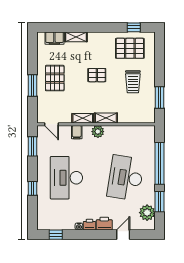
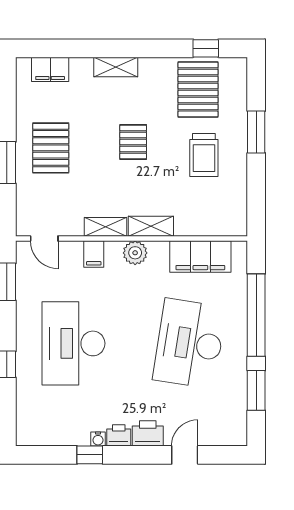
shelving: (76, 37) -> (116, 67), moved
pallet: (130, 48) -> (198, 89), turned 90
pallet: (97, 75) -> (133, 142), turned 90
window: (160, 98) -> (256, 132), moved
filing cabinet: (131, 133) -> (200, 257), added
plant: (147, 213) -> (232, 412), removed
window: (56, 235) -> (90, 455), moved

